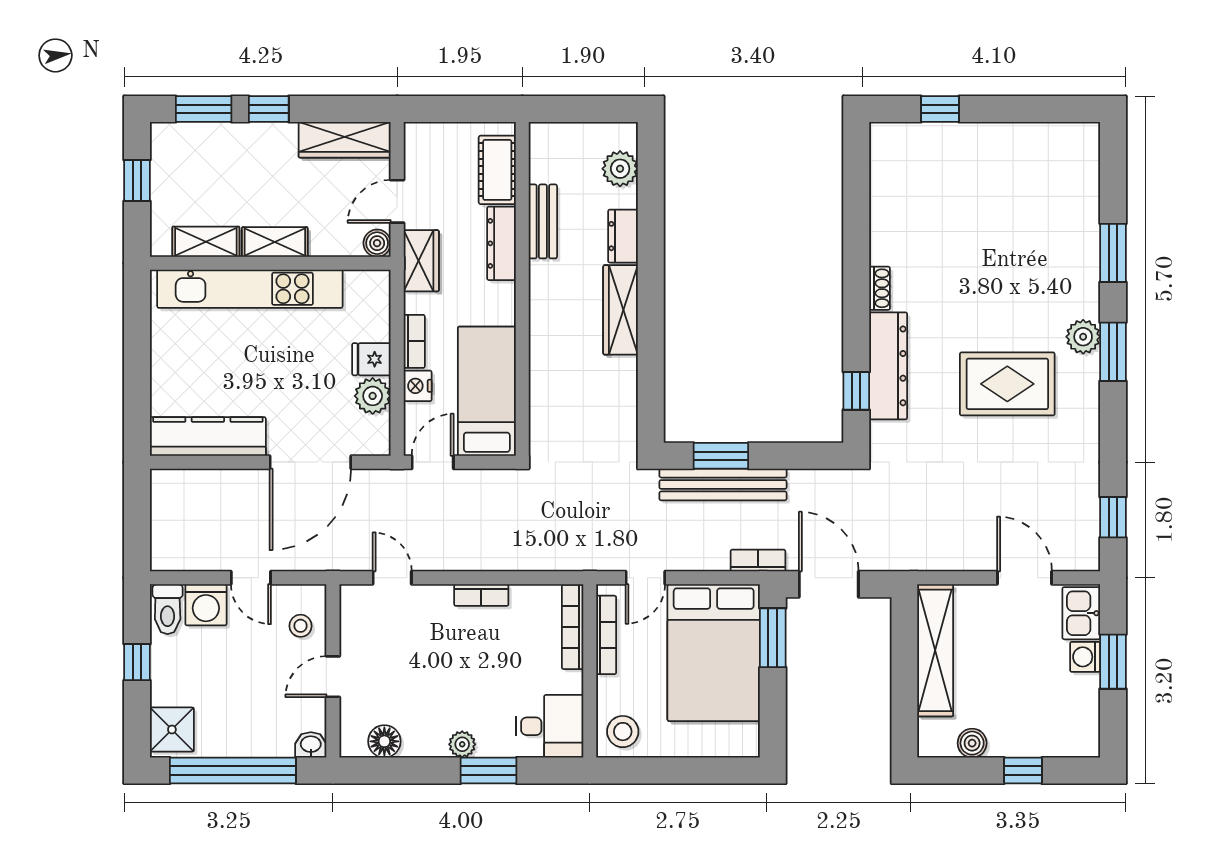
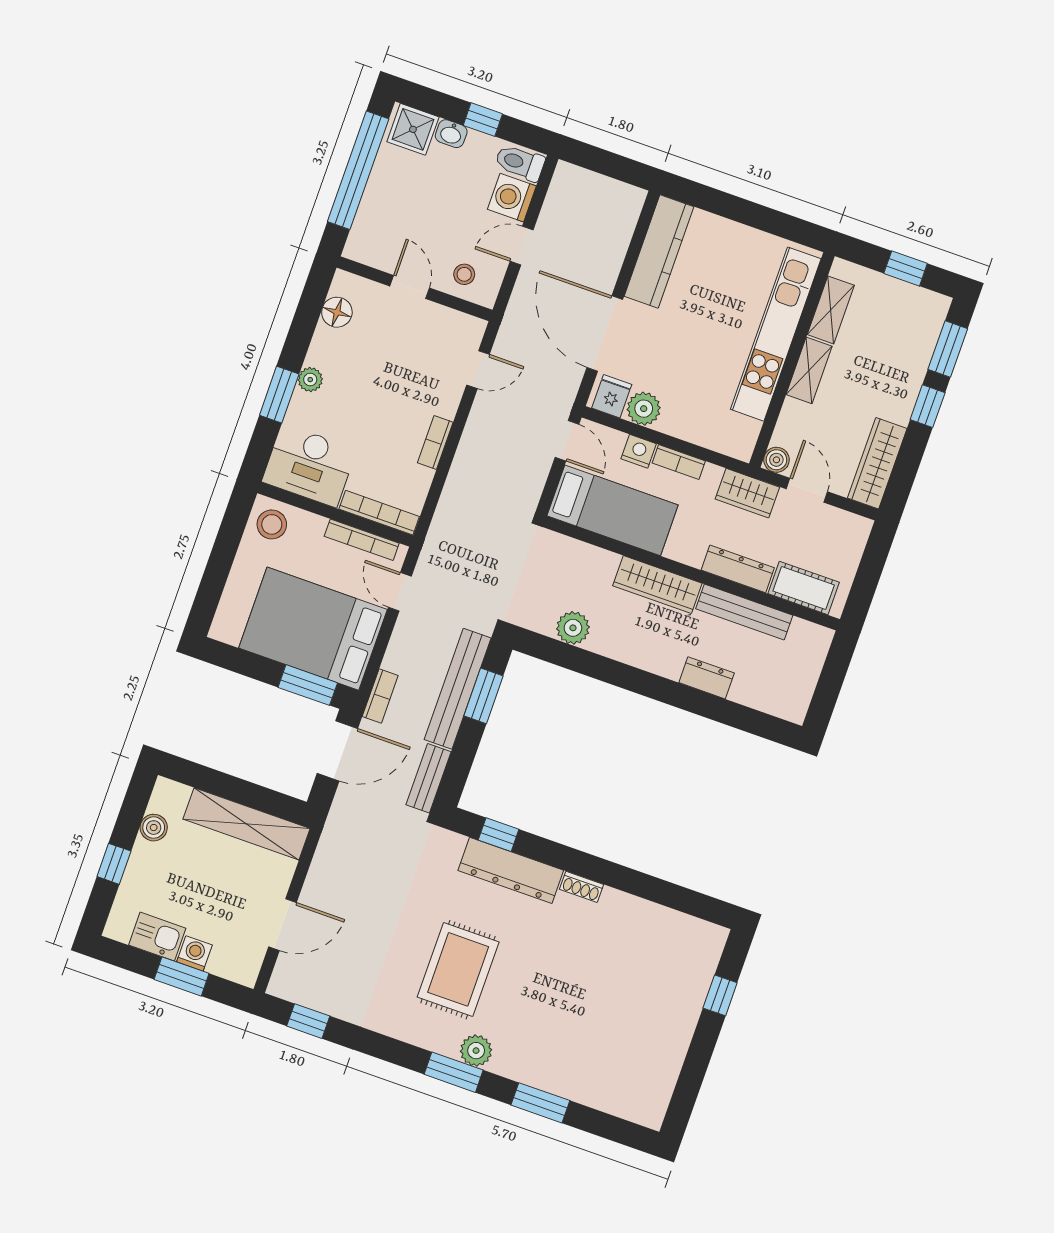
plant: (620, 169) -> (573, 628), moved
bench: (543, 221) -> (744, 612), width x1.36
wardrobe: (621, 310) -> (657, 585), moved, turned 180
fridge: (371, 359) -> (612, 396), moved
bench: (824, 482) -> (429, 778), added
kitchen sink: (1081, 613) -> (157, 937), moved
desk: (550, 726) -> (309, 465), width x1.37
washbasin: (311, 745) -> (451, 134), moved, turned 90

